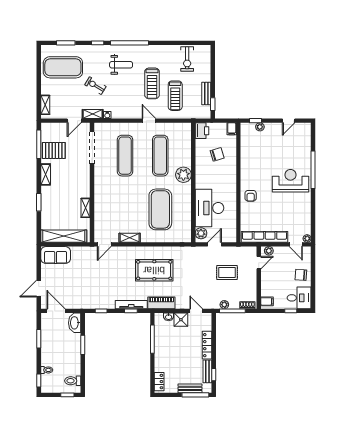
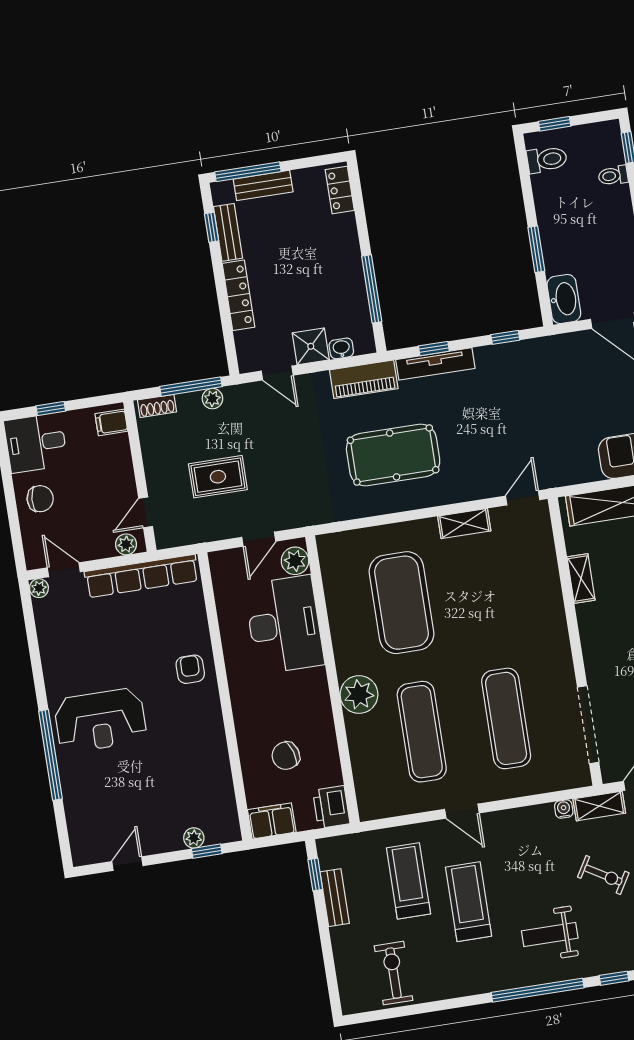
filing cabinet: (232, 129) -> (272, 821), width x2.00

